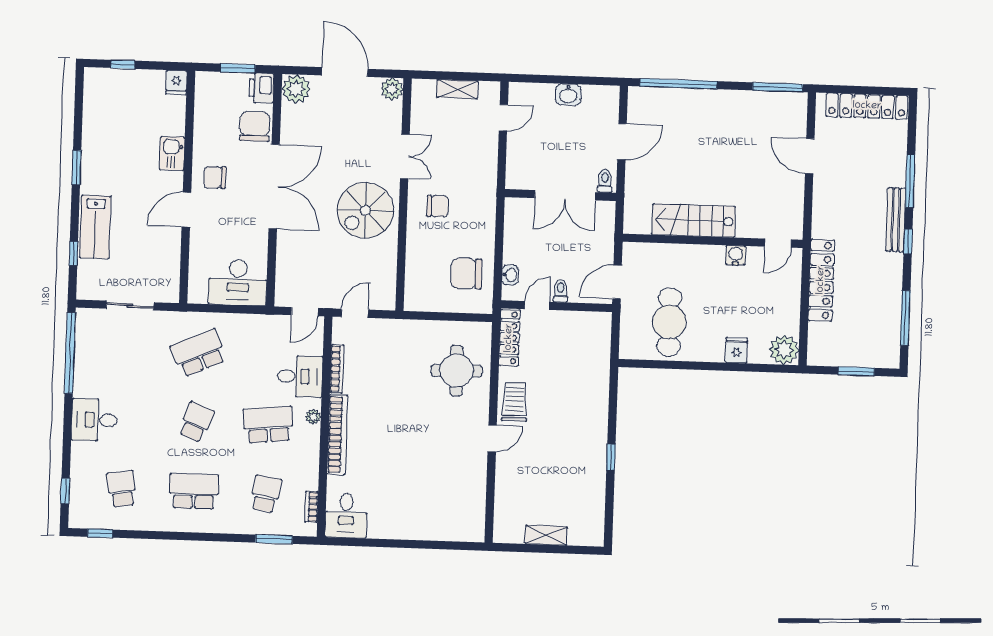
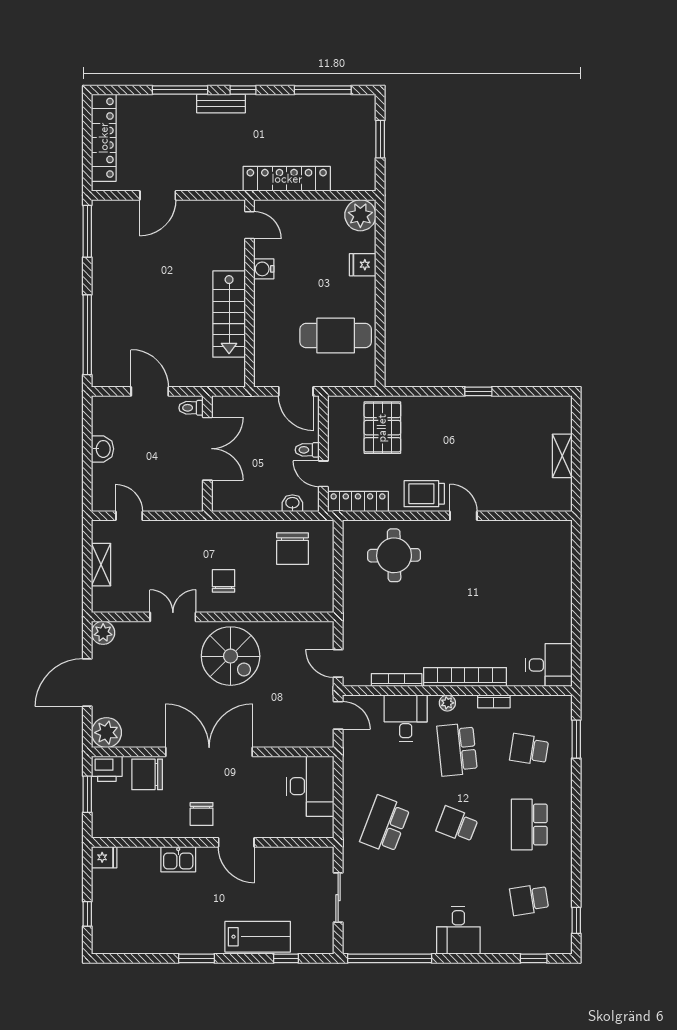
bench: (896, 220) -> (221, 103), width x0.73
school desk: (199, 353) -> (385, 825), turned 45
pallet: (579, 364) -> (382, 428), added
bookcase: (311, 507) -> (494, 701), moved

